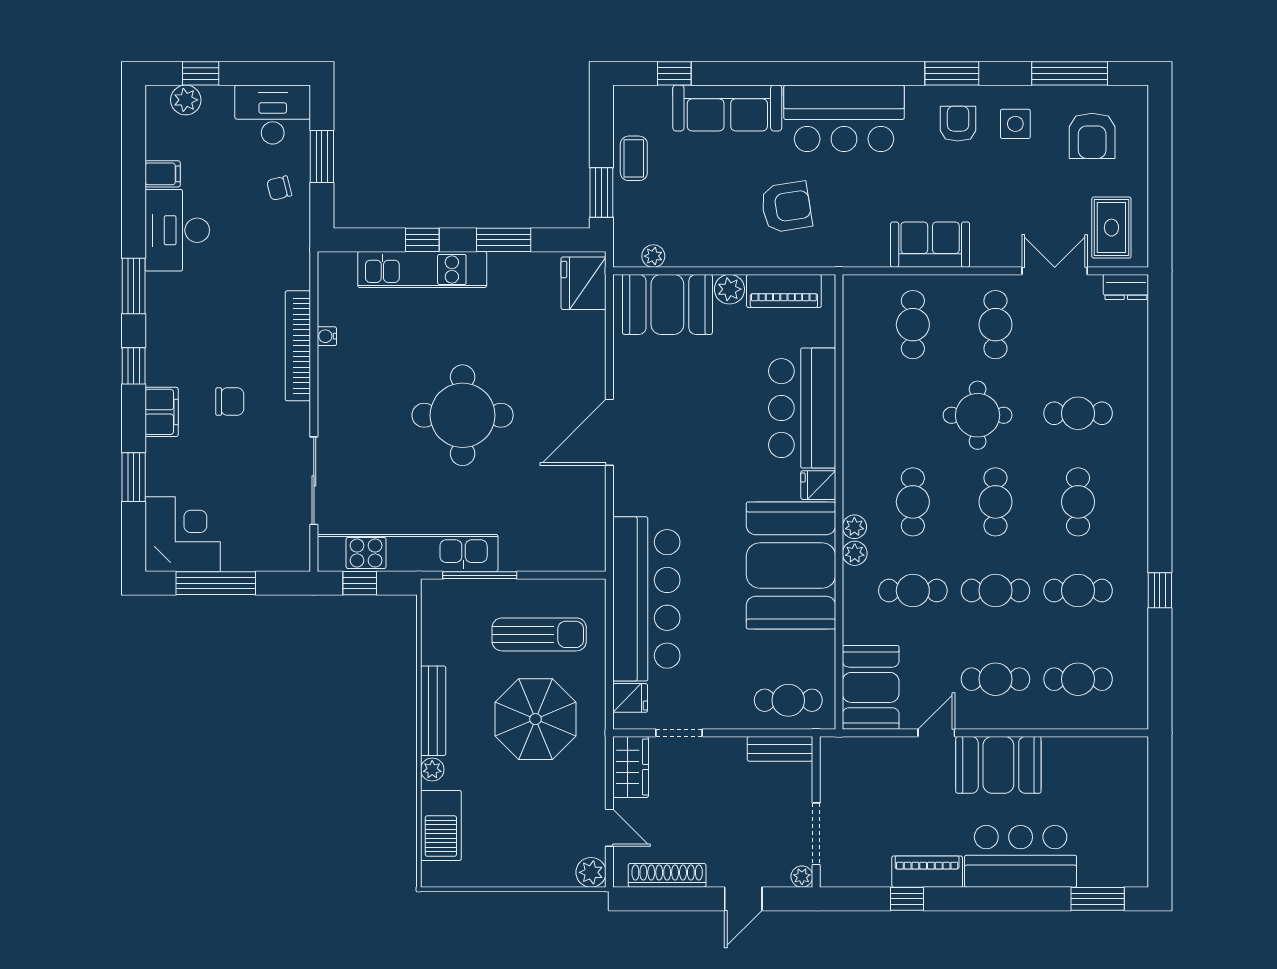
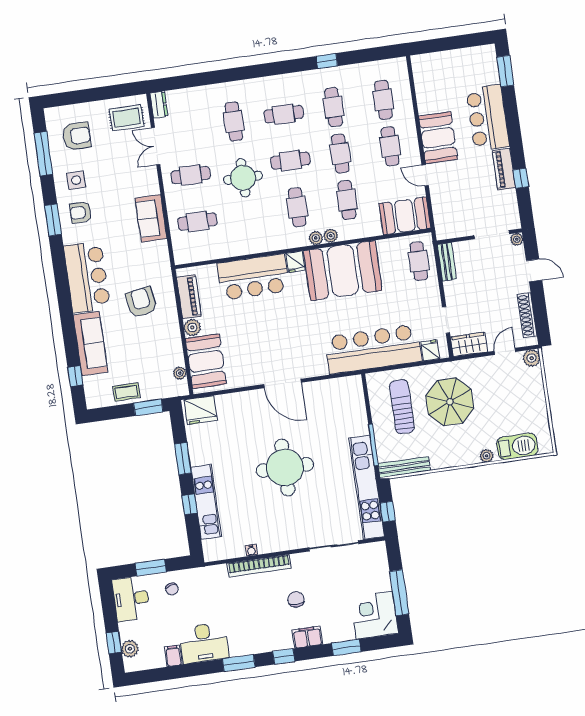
cafe table: (913, 502) -> (297, 207), turned 90
bench: (433, 711) -> (404, 467), moved

